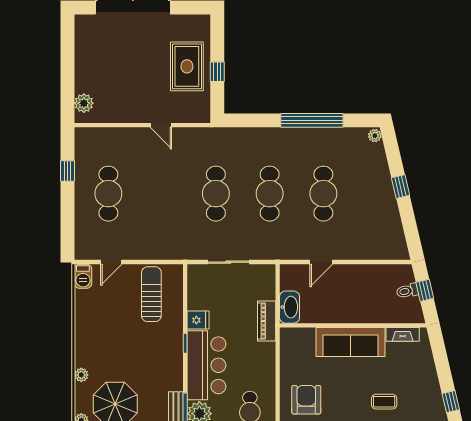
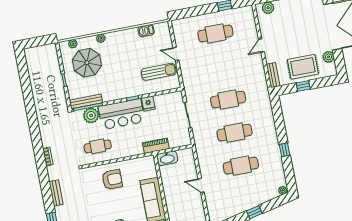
plant: (179, 23) -> (329, 57), added
bench: (191, 116) -> (273, 75), added
window: (312, 120) -> (285, 150), width x0.32
door: (161, 125) -> (261, 45), moved
door: (111, 262) -> (176, 54), moved
door: (321, 262) -> (201, 185), moved
barbecue: (83, 276) -> (146, 31), moved

